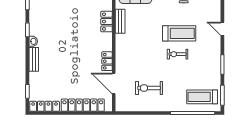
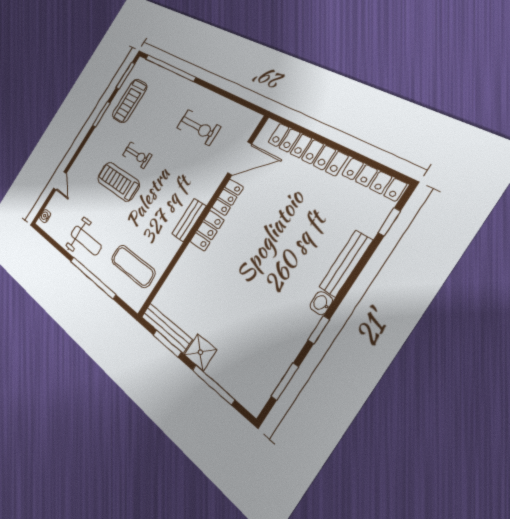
bench: (120, 21) -> (189, 220), moved
locker: (107, 22) -> (207, 231), moved
door: (222, 29) -> (60, 181), moved
bench: (34, 59) -> (346, 264), width x1.36
door: (114, 84) -> (240, 158), hinge flipped
treadmill: (202, 97) -> (130, 101), moved, turned 90

